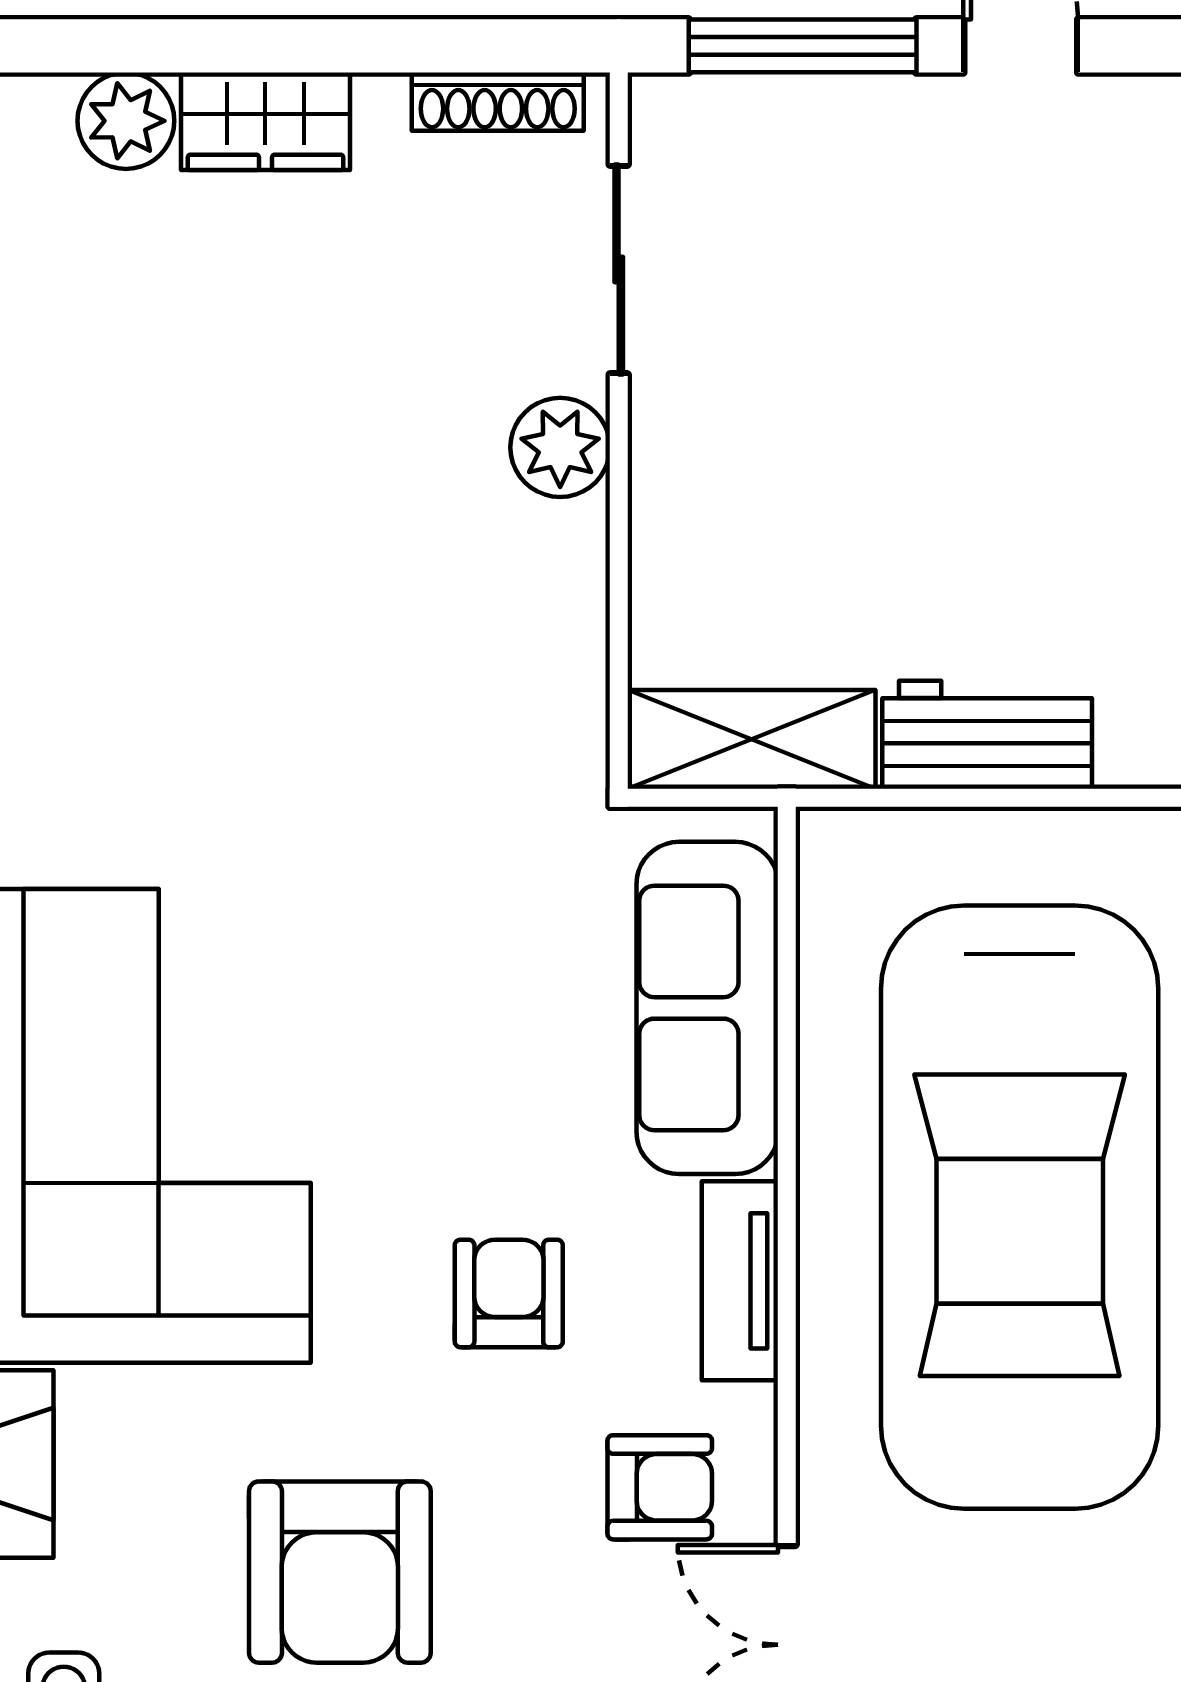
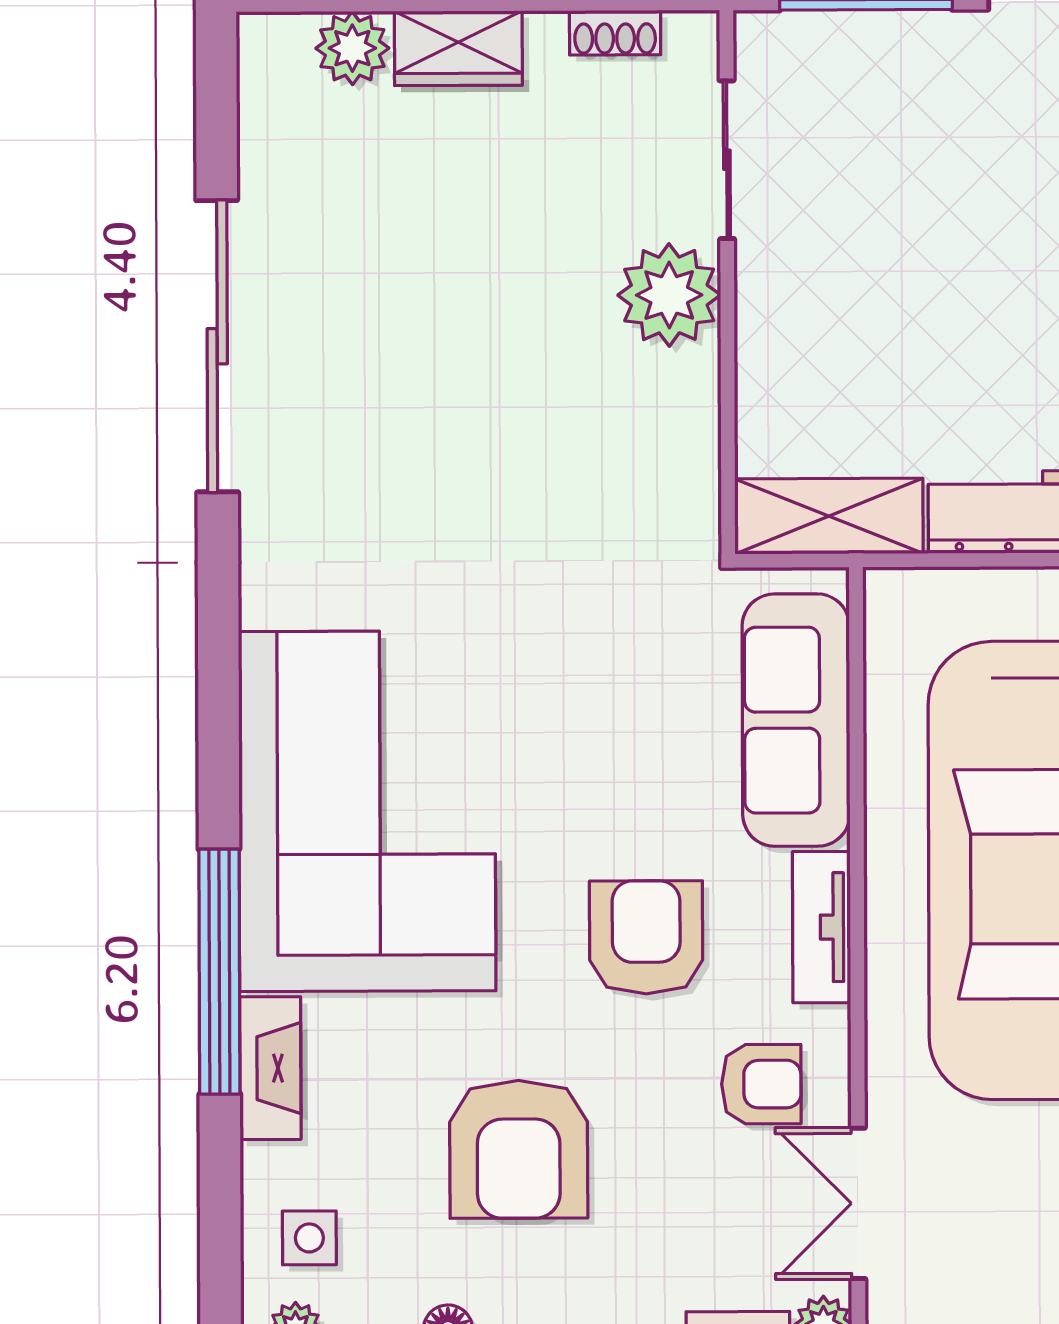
shoe rack: (498, 102) -> (615, 33), width x0.70
plant: (560, 447) -> (669, 295), width x1.36, depth x1.36
armchair: (509, 1293) -> (646, 937), width x1.38, depth x1.38

